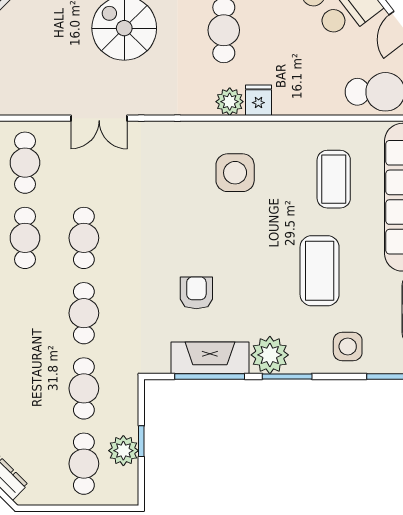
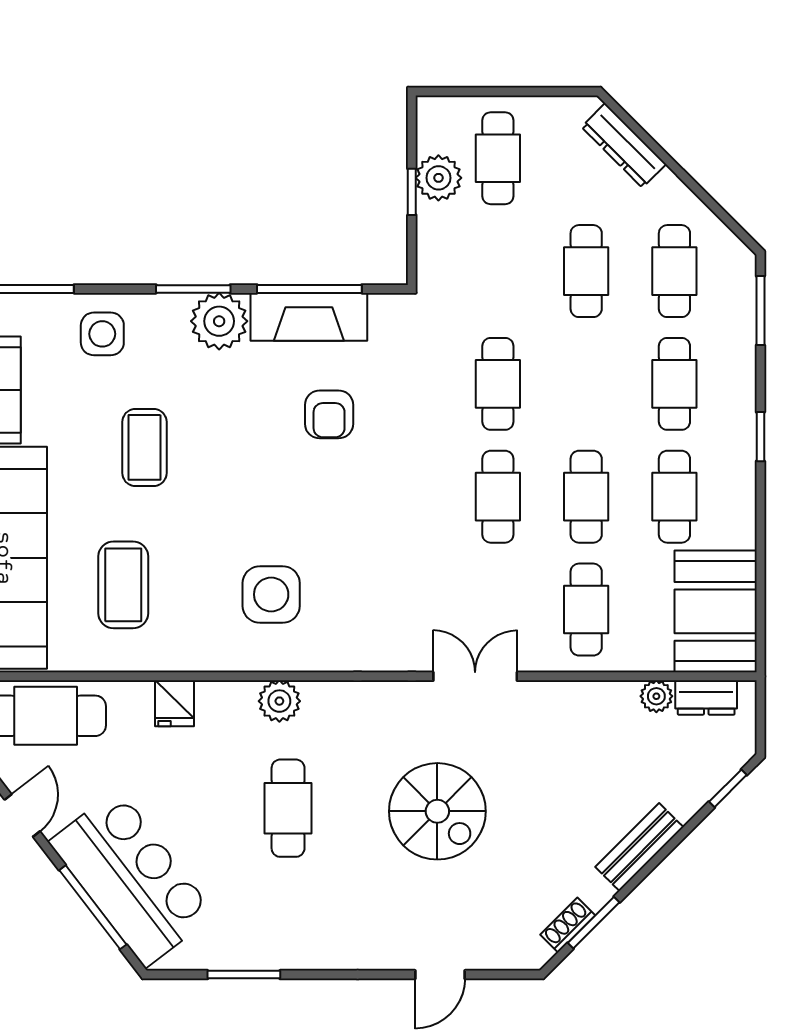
fridge: (258, 100) -> (175, 703), moved
coffee table: (320, 271) -> (144, 447), width x0.73, depth x0.76
cafe table: (84, 388) -> (586, 271), moved

